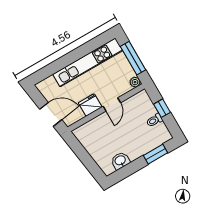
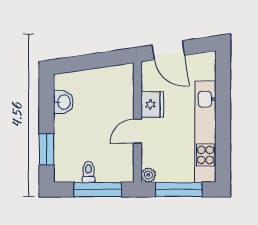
door: (112, 104) -> (137, 131), hinge flipped
window: (162, 108) -> (98, 190), width x2.17
door: (51, 114) -> (168, 50), hinge flipped

